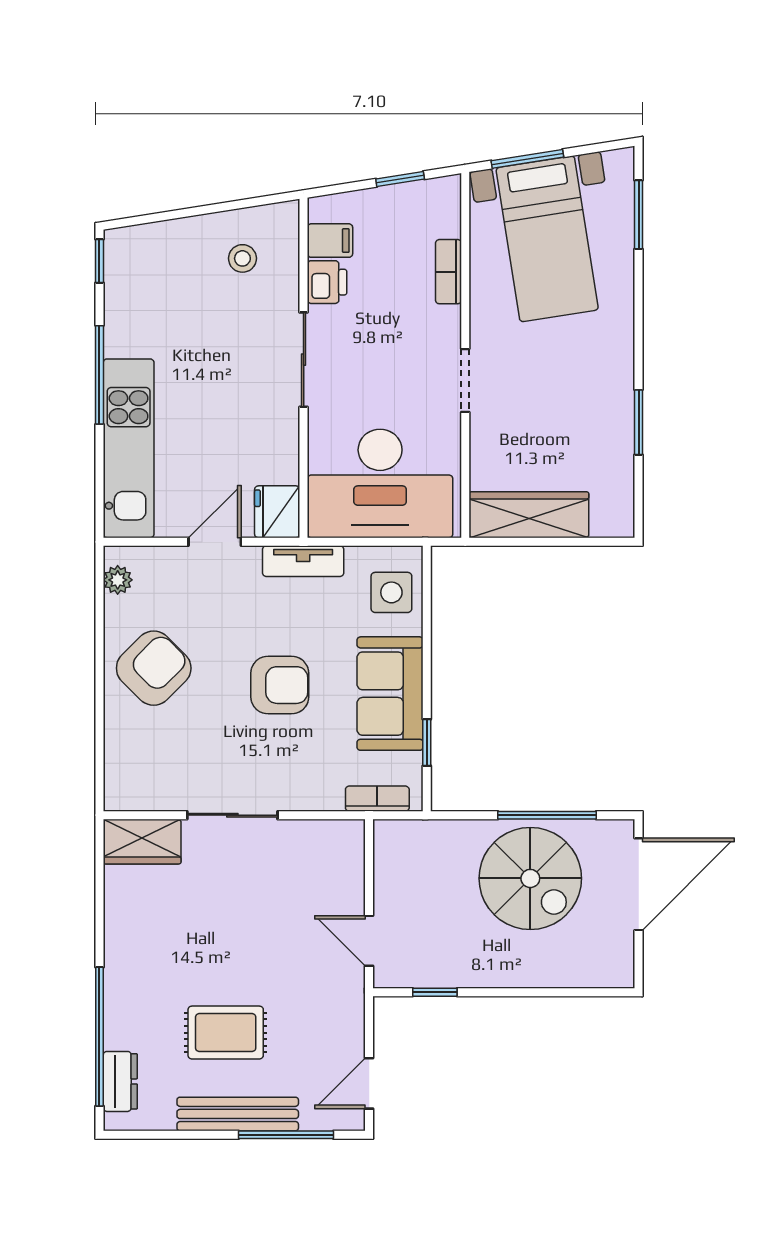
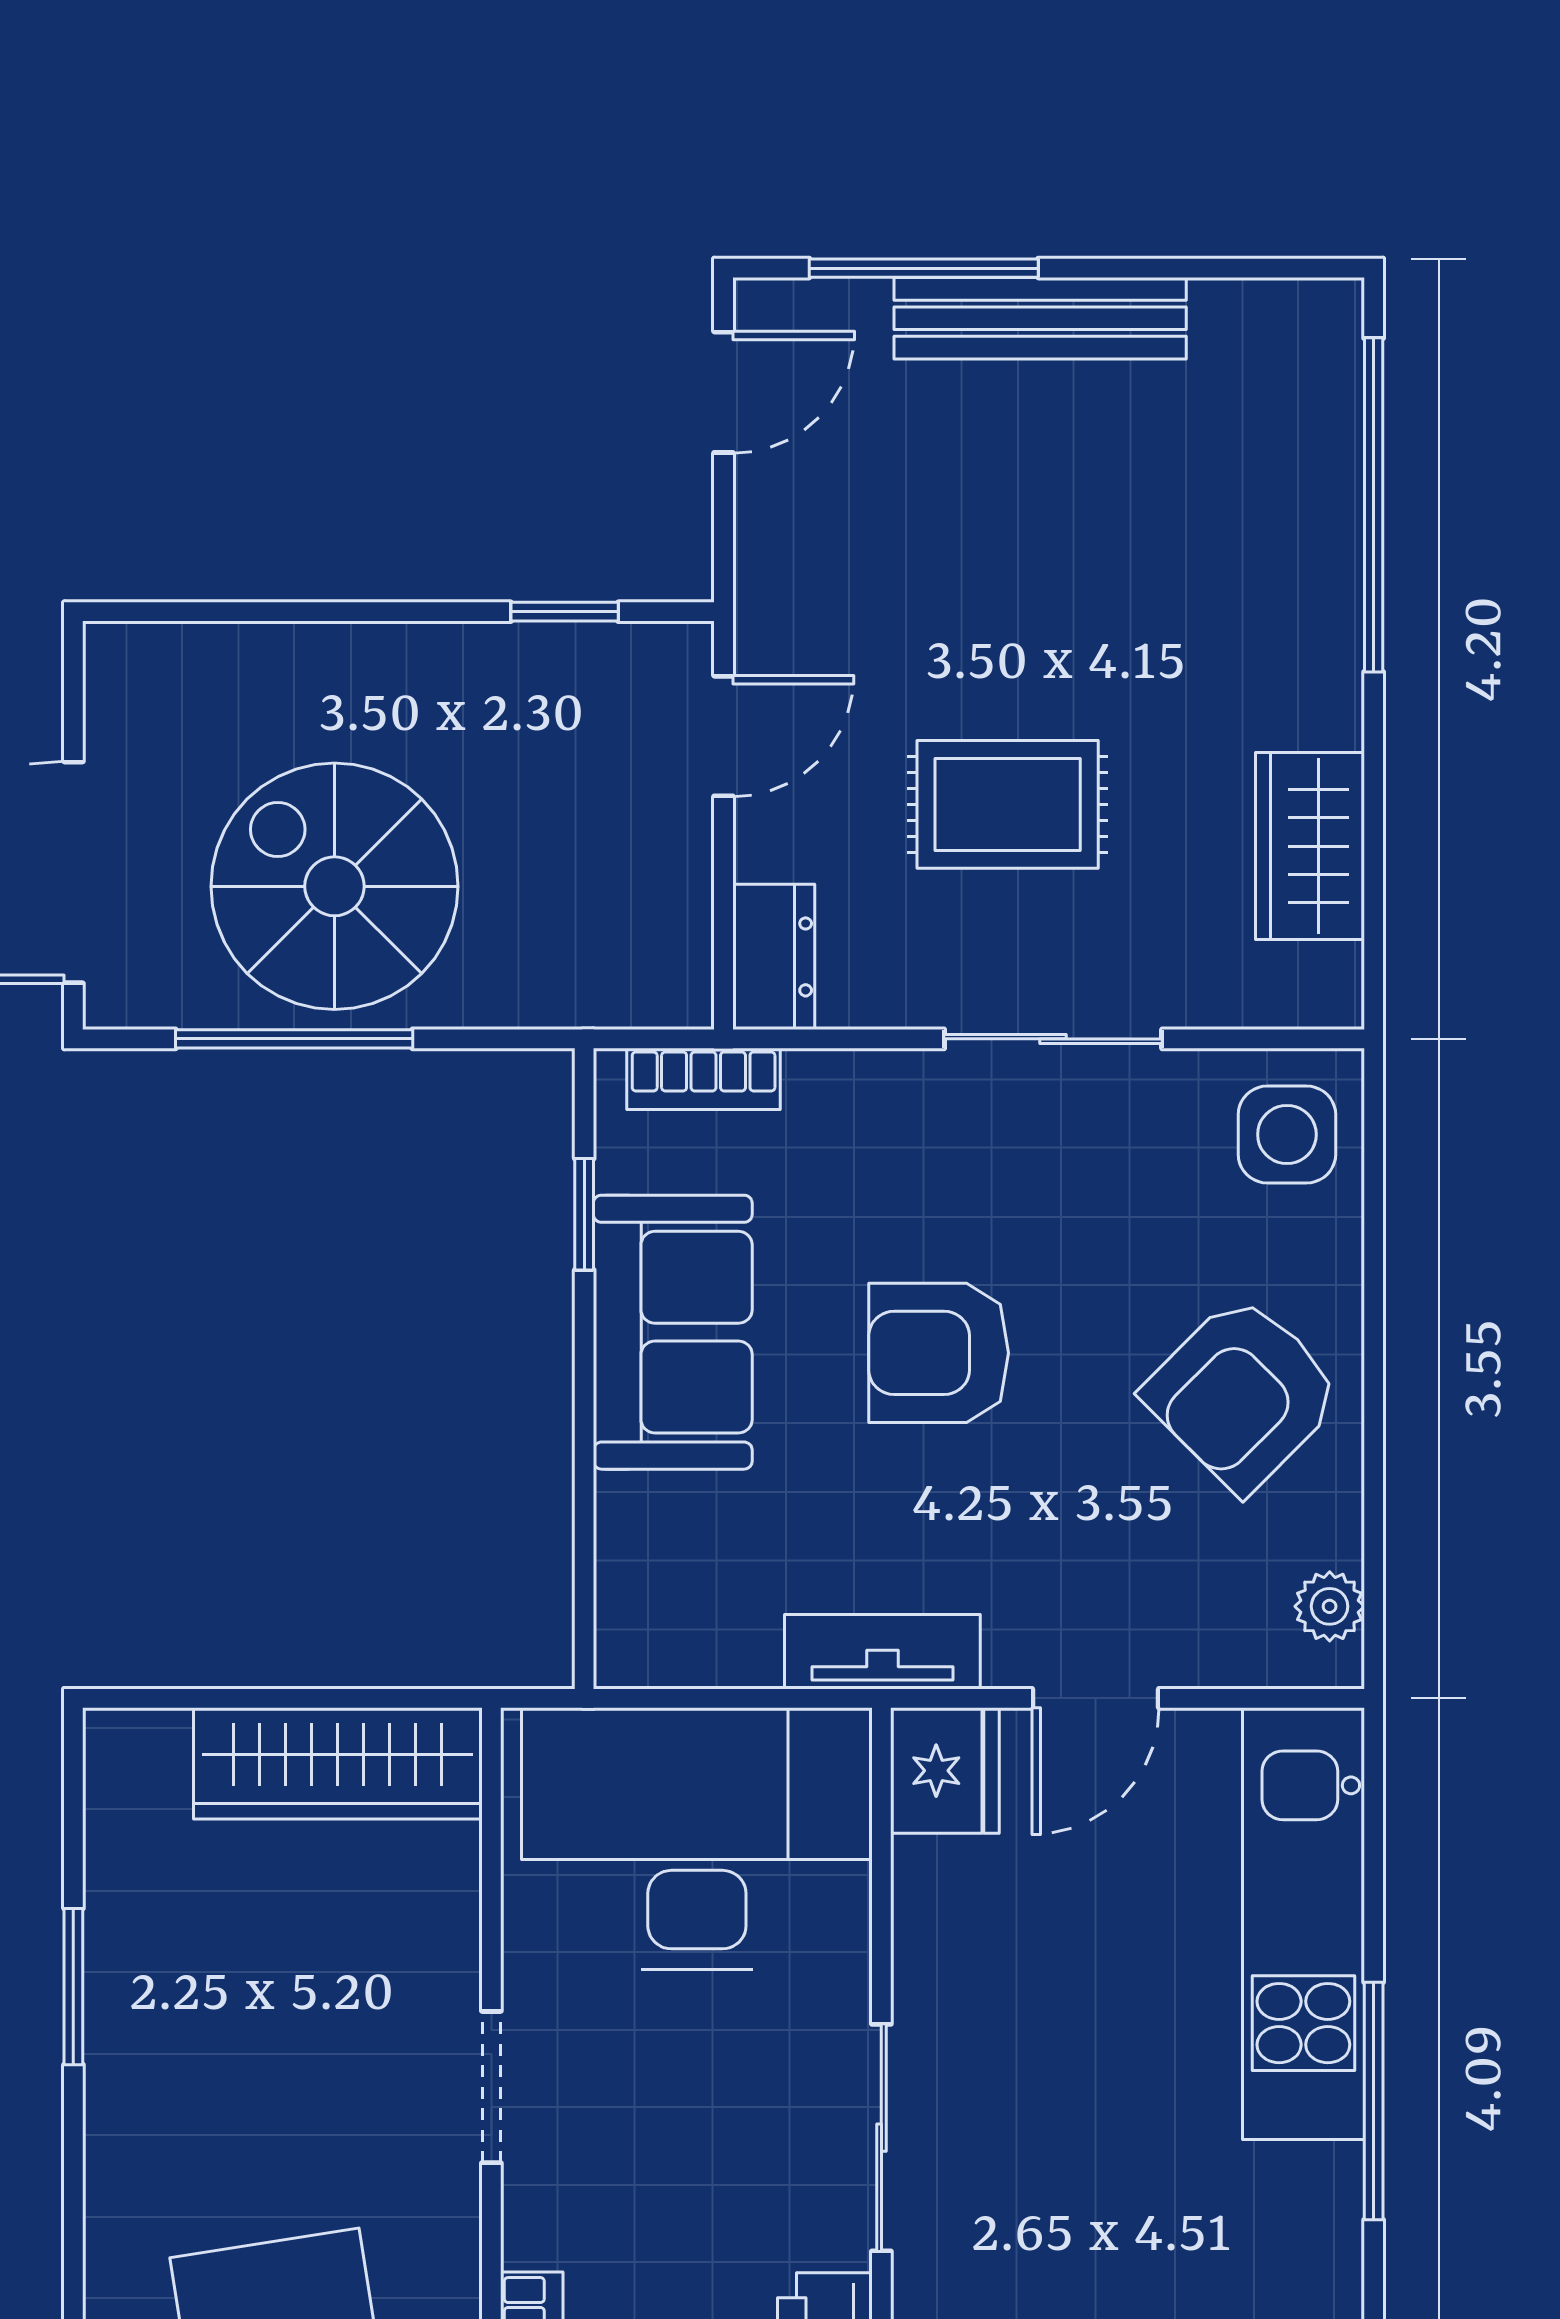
side table: (391, 592) -> (1287, 1135), moved
wardrobe: (142, 842) -> (1310, 846), moved, turned -90
door: (369, 941) -> (724, 736), hinge flipped
rug: (226, 1033) -> (1008, 804), moved
dresser: (120, 1081) -> (774, 957), moved, turned 180

